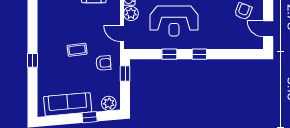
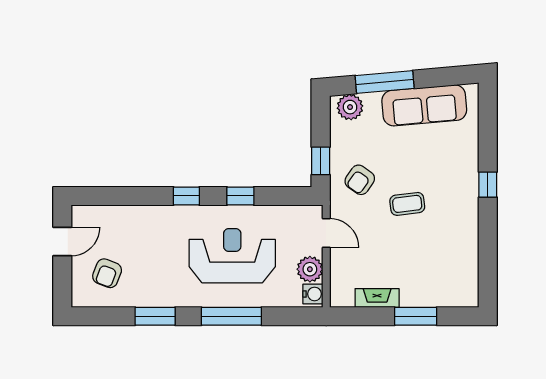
door: (268, 29) -> (62, 242), hinge flipped
armchair: (103, 63) -> (360, 180), turned -51
window: (90, 117) -> (385, 82), width x2.17

